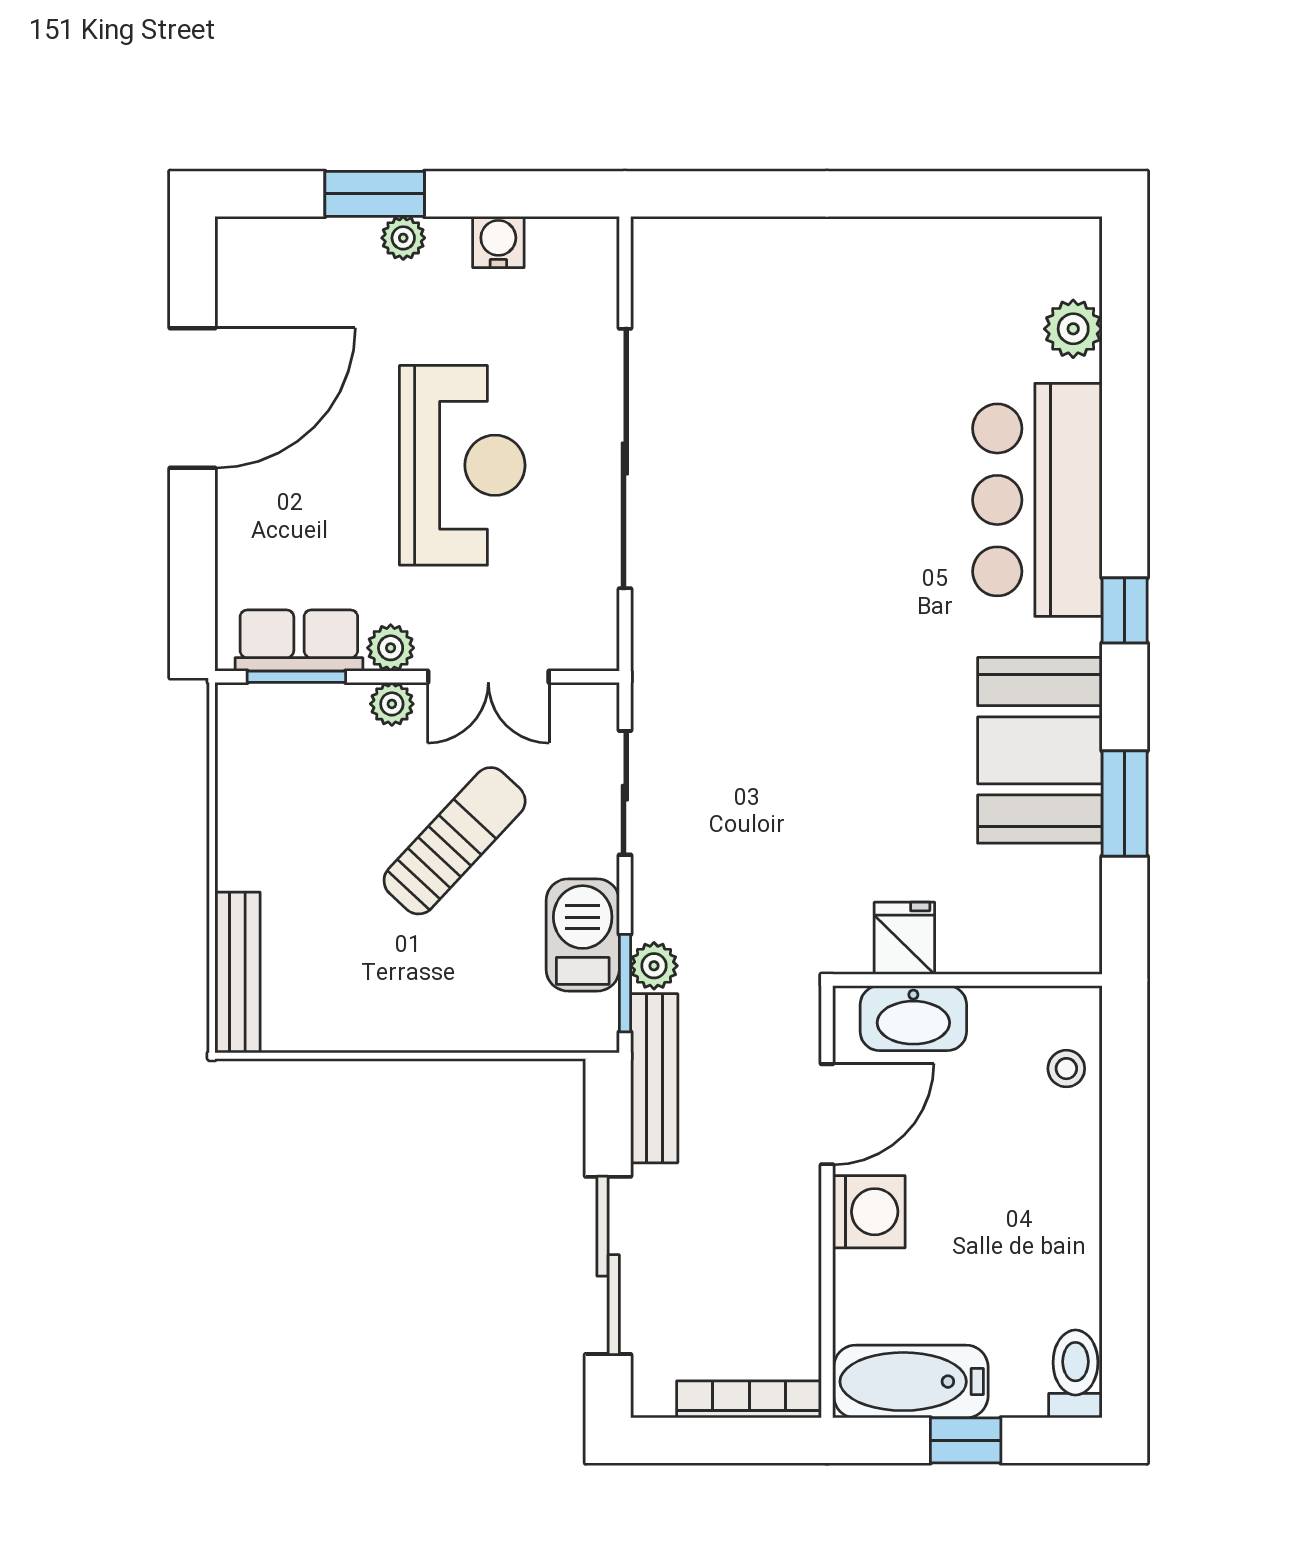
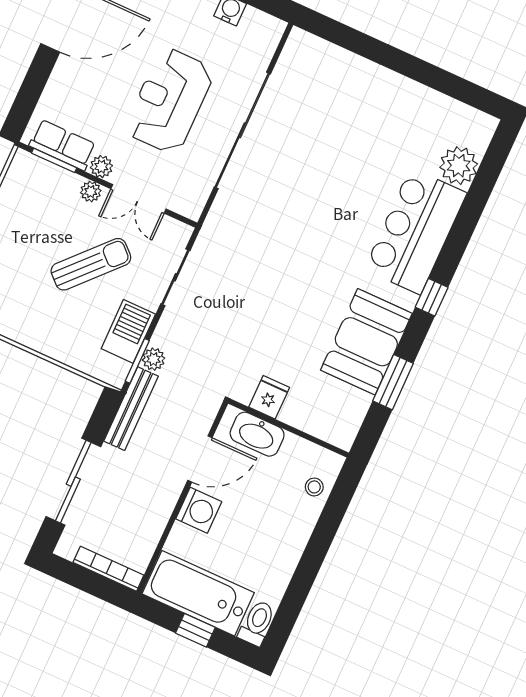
plant: (1073, 329) -> (459, 166), width x1.36, depth x1.36
reception desk: (462, 465) -> (170, 101), turned 180
bathtub: (911, 1382) -> (198, 593), width x1.36, depth x1.36

